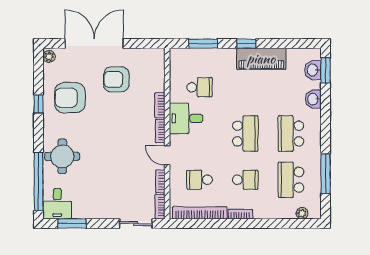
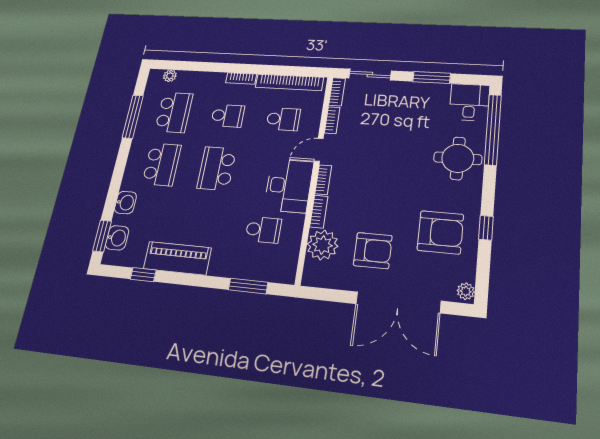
window: (247, 44) -> (143, 275), moved
plant: (153, 80) -> (323, 245), added
school desk: (199, 87) -> (263, 230), turned 180
desk: (186, 118) -> (289, 186), width x1.37
door: (167, 155) -> (319, 150), swing flipped
school desk: (245, 180) -> (228, 116), turned 180
window: (72, 223) -> (432, 77), moved

